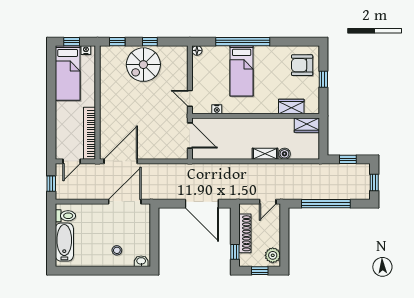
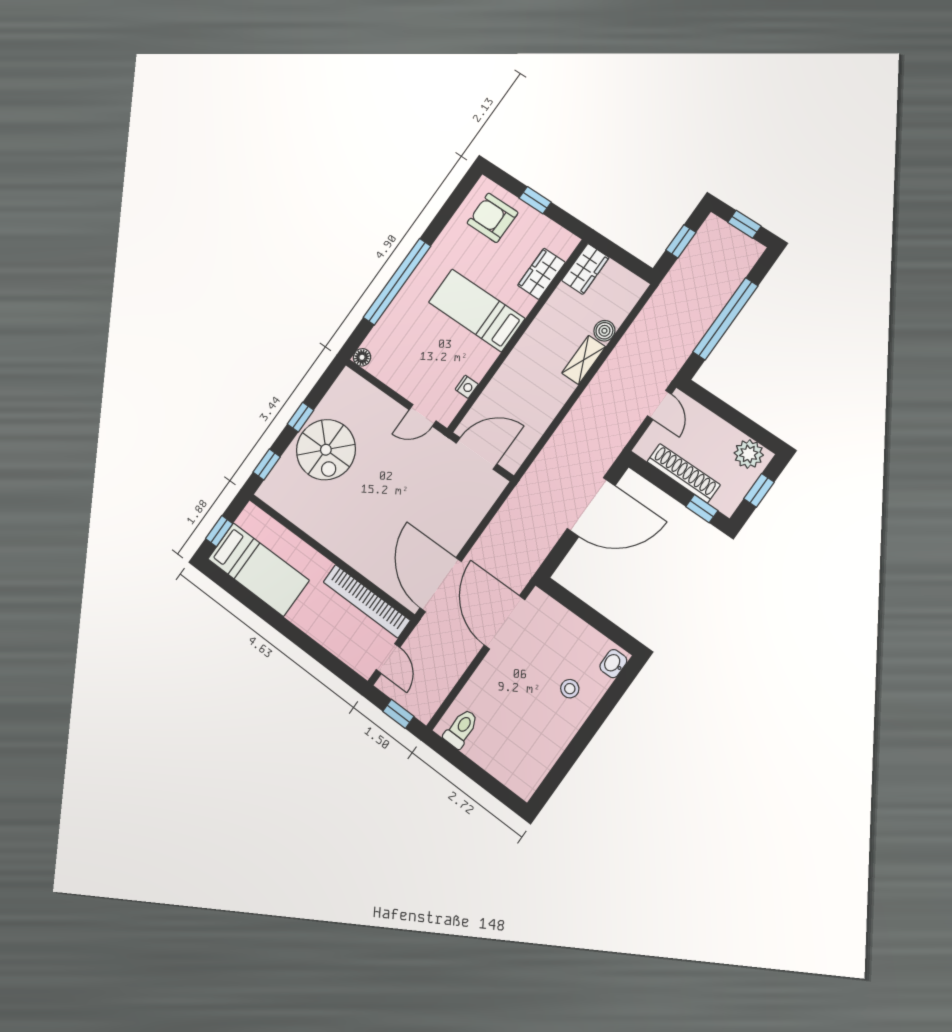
nightstand: (86, 50) -> (246, 519), removed
armchair: (302, 65) -> (492, 218), turned 90
bed: (242, 71) -> (477, 310), moved, turned 180
bathtub: (64, 242) -> (499, 760), removed

